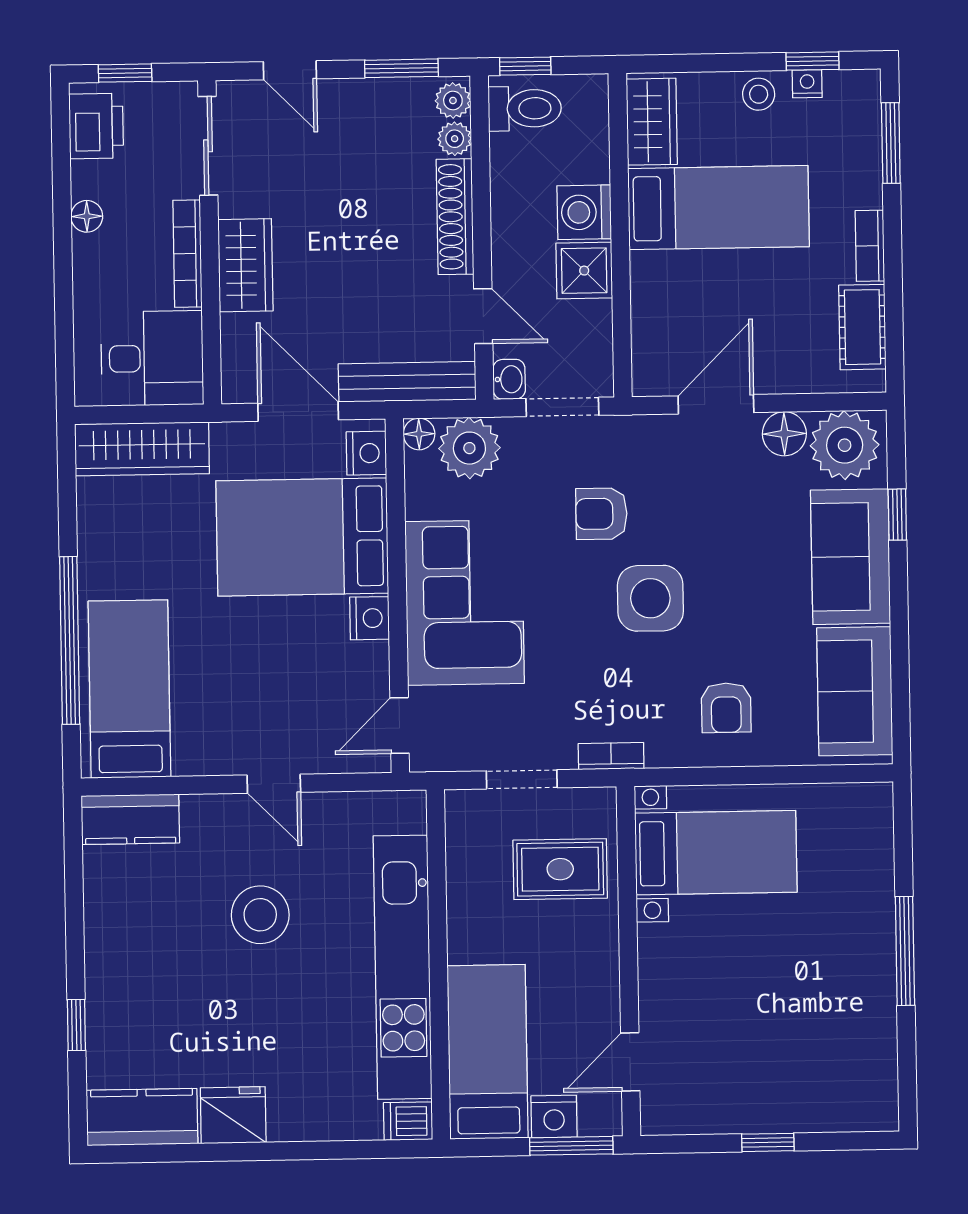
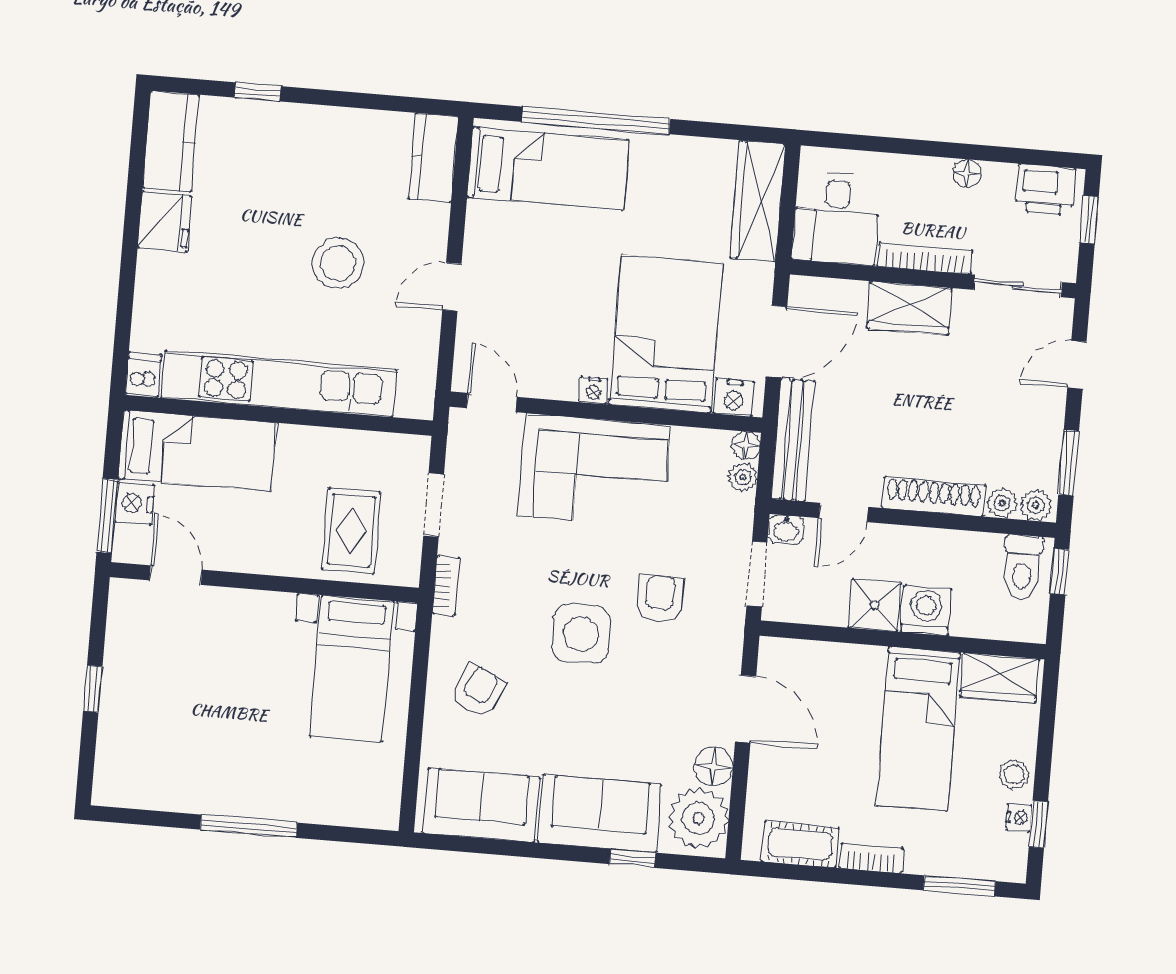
plant: (469, 448) -> (743, 477), width x0.53, depth x0.53
nightstand: (370, 618) -> (594, 391), width x0.72, depth x0.74
armchair: (726, 708) -> (478, 691), turned 114

